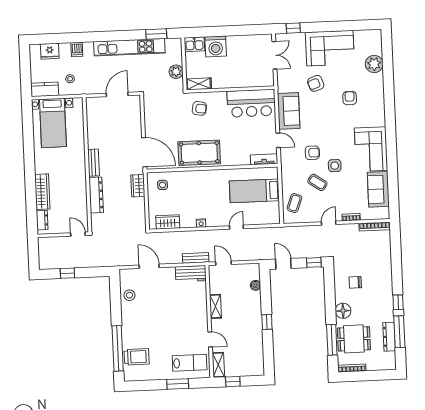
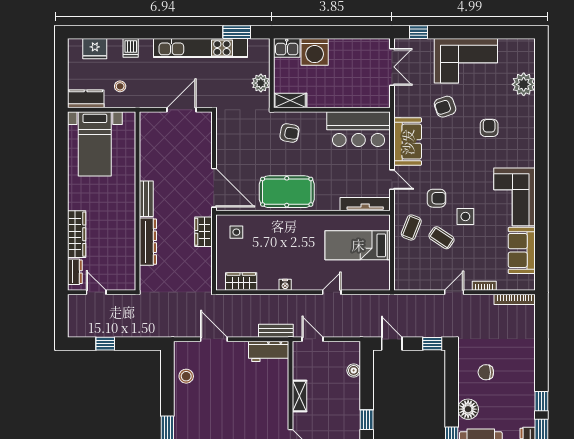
tv unit: (264, 159) -> (365, 204), width x1.41
coffee table: (294, 203) -> (411, 227), moved
door: (78, 234) -> (96, 292), moved

